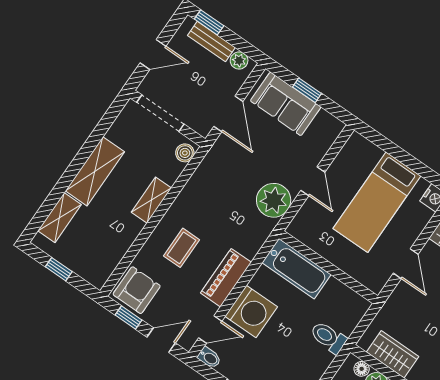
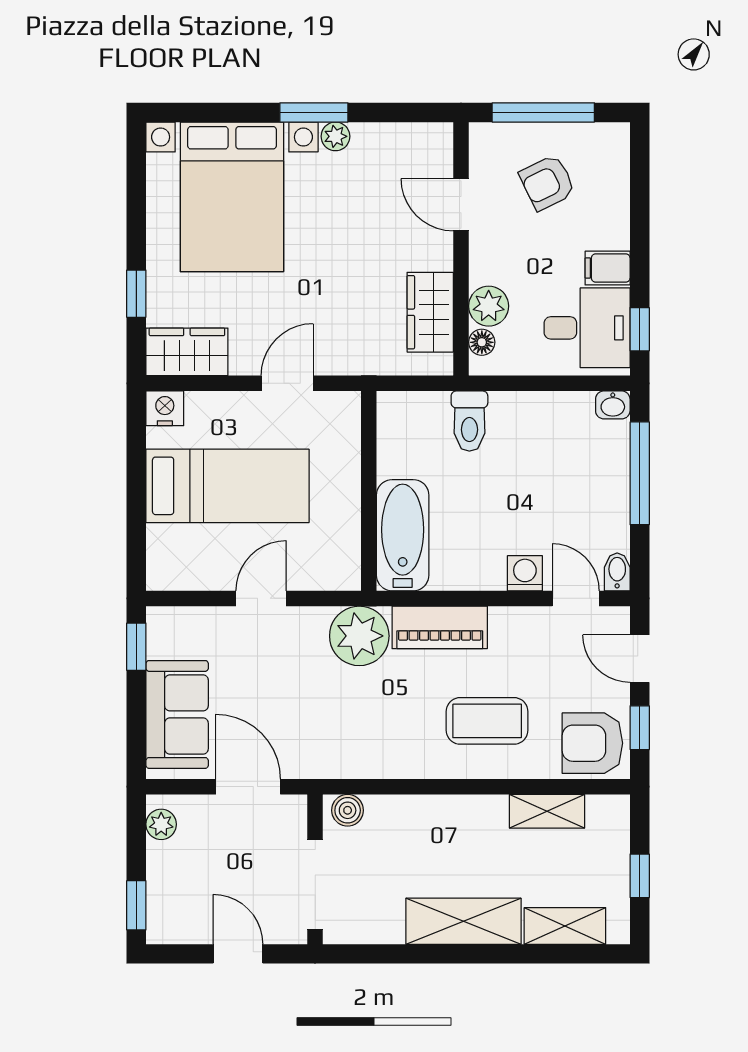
bench: (211, 42) -> (161, 883), removed
window: (307, 90) -> (136, 647), moved
door: (228, 114) -> (248, 787), hinge flipped
shelving: (151, 200) -> (547, 811), moved
plant: (274, 200) -> (359, 636), moved
coffee table: (181, 248) -> (487, 721), width x1.36, depth x1.30
piano: (226, 278) -> (440, 627), moved
washing machine: (251, 312) -> (525, 573), width x0.53, depth x0.53

